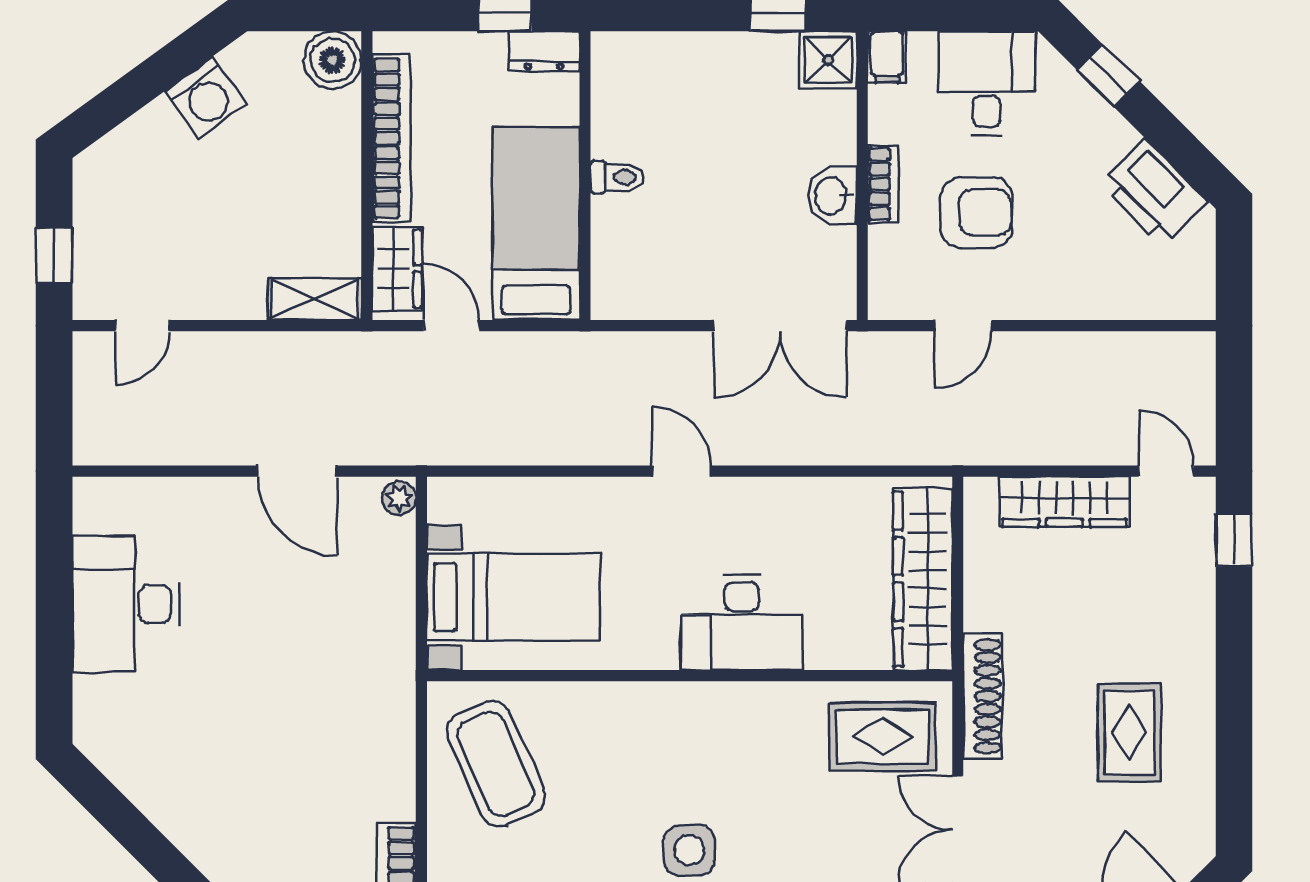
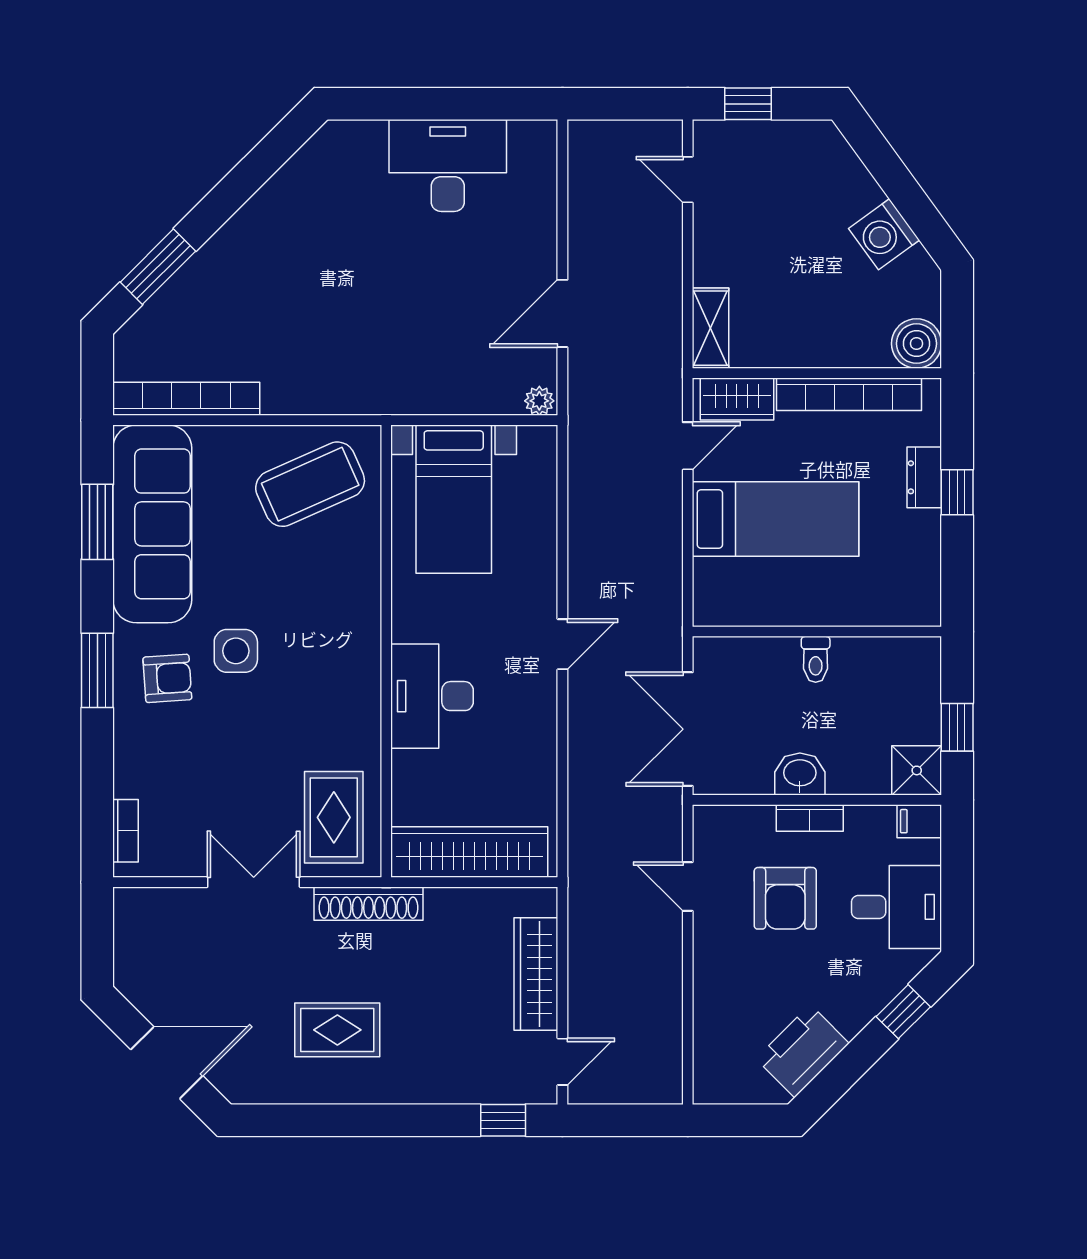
dresser: (544, 51) -> (924, 477), moved
wall: (585, 176) -> (817, 632), moved
toilet: (617, 177) -> (816, 659), moved

